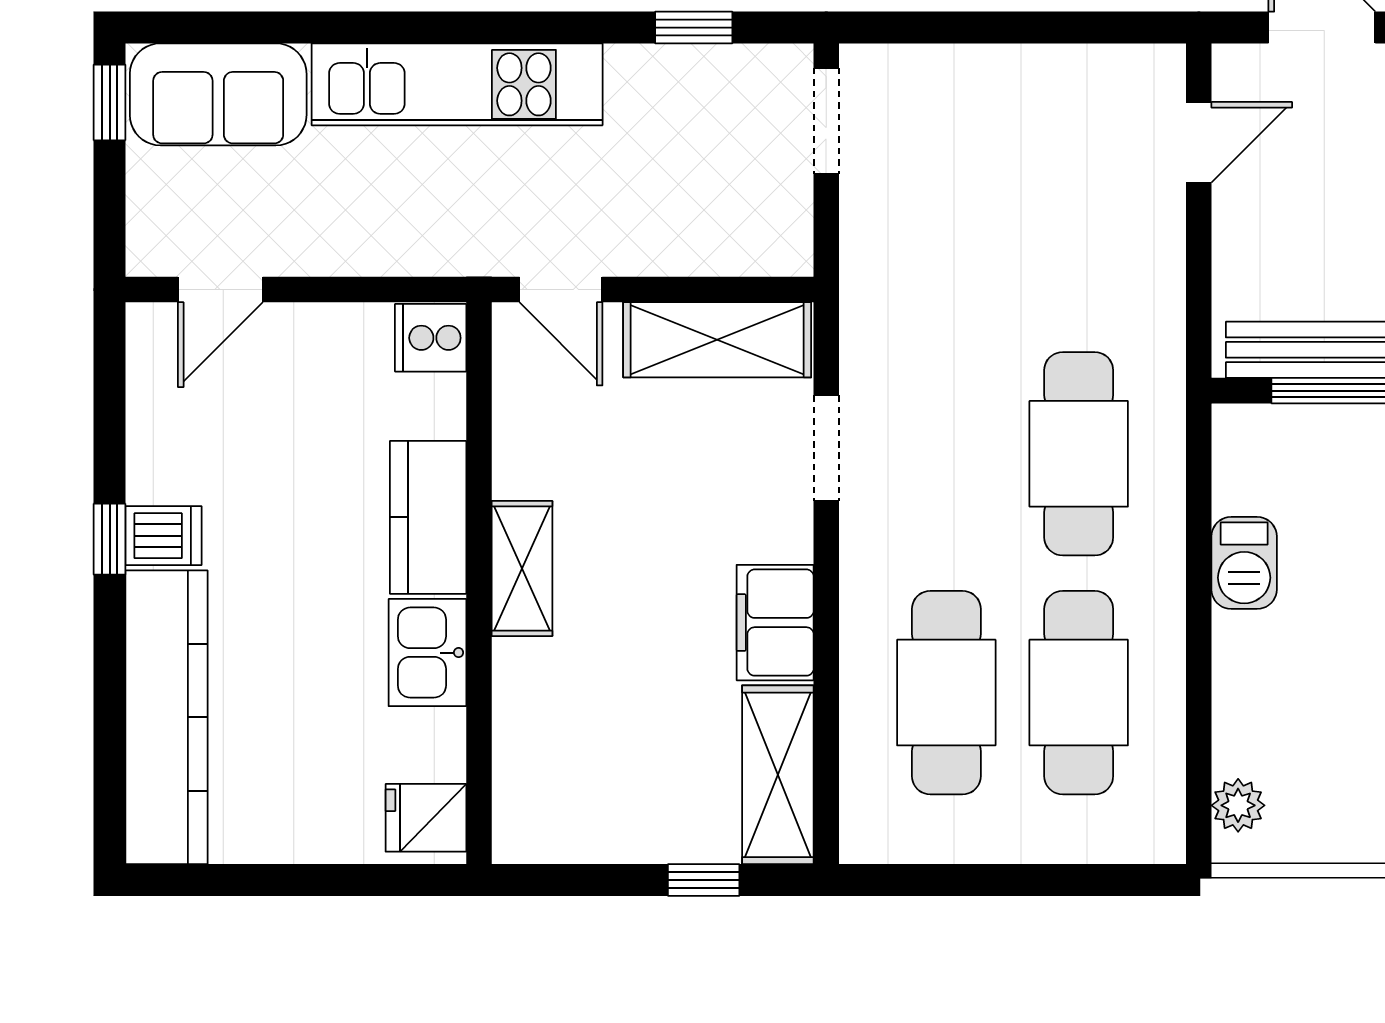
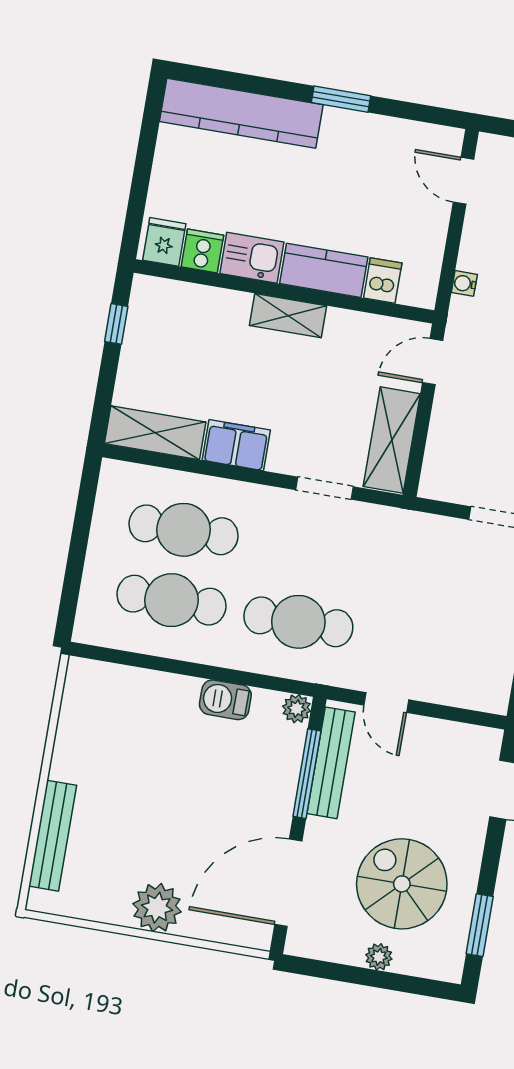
door: (1199, 142) -> (386, 702), moved
water cooler: (408, 256) -> (464, 283), added
cooker: (431, 338) -> (202, 251), moved
dishwasher: (163, 536) -> (383, 281), moved, turned 180
window: (110, 539) -> (341, 99), width x1.50
plant: (1238, 805) -> (297, 709), moved
window: (704, 880) -> (116, 324), moved

